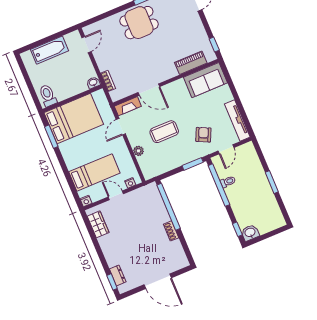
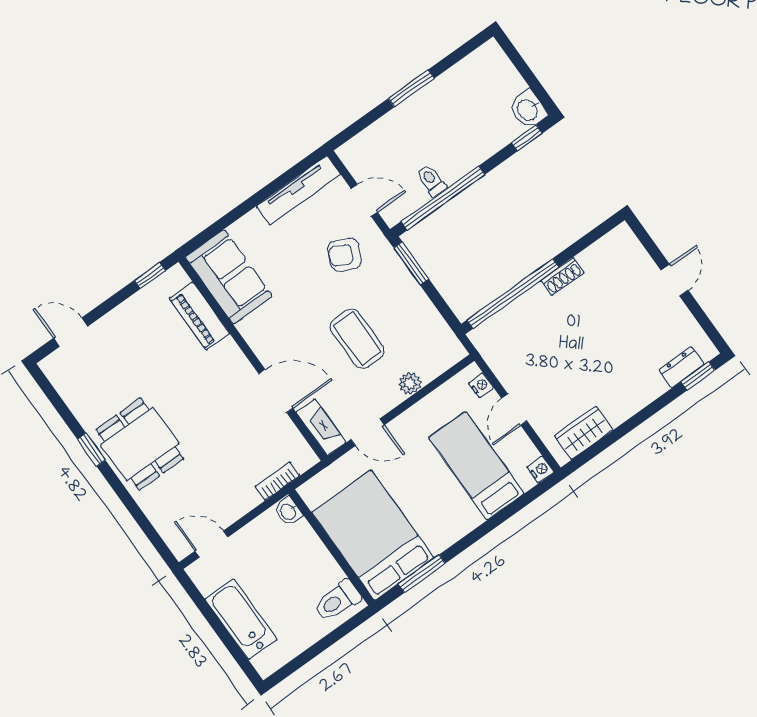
door: (149, 90) -> (276, 391), hinge flipped
door: (158, 281) -> (675, 280), width x0.53

